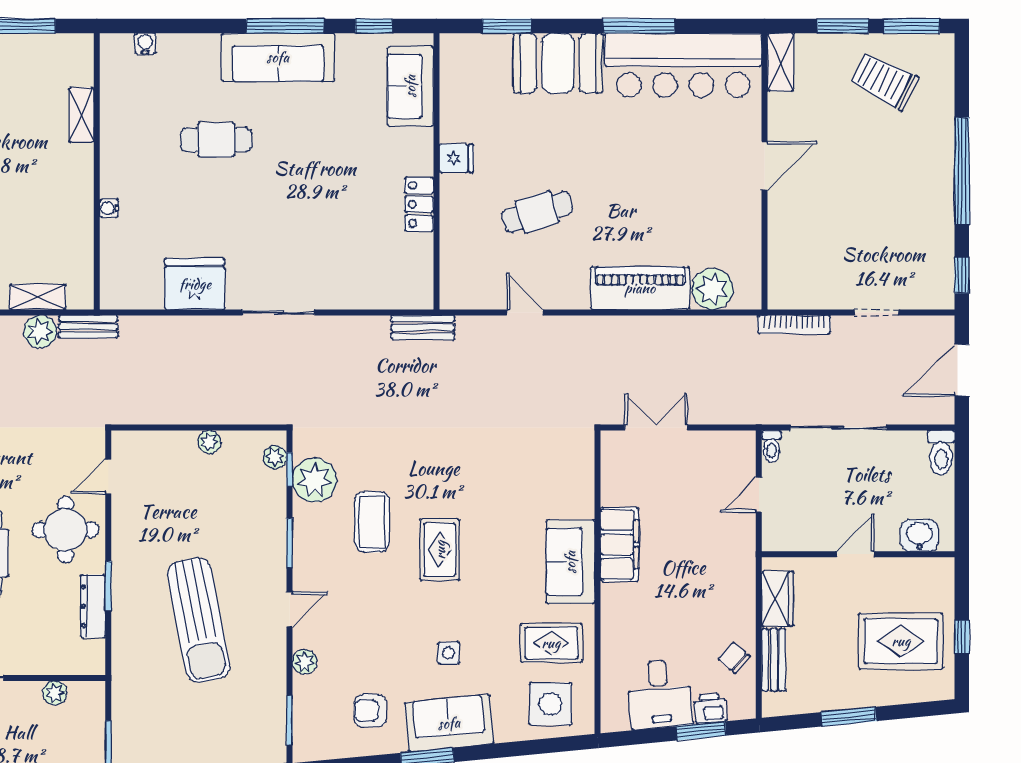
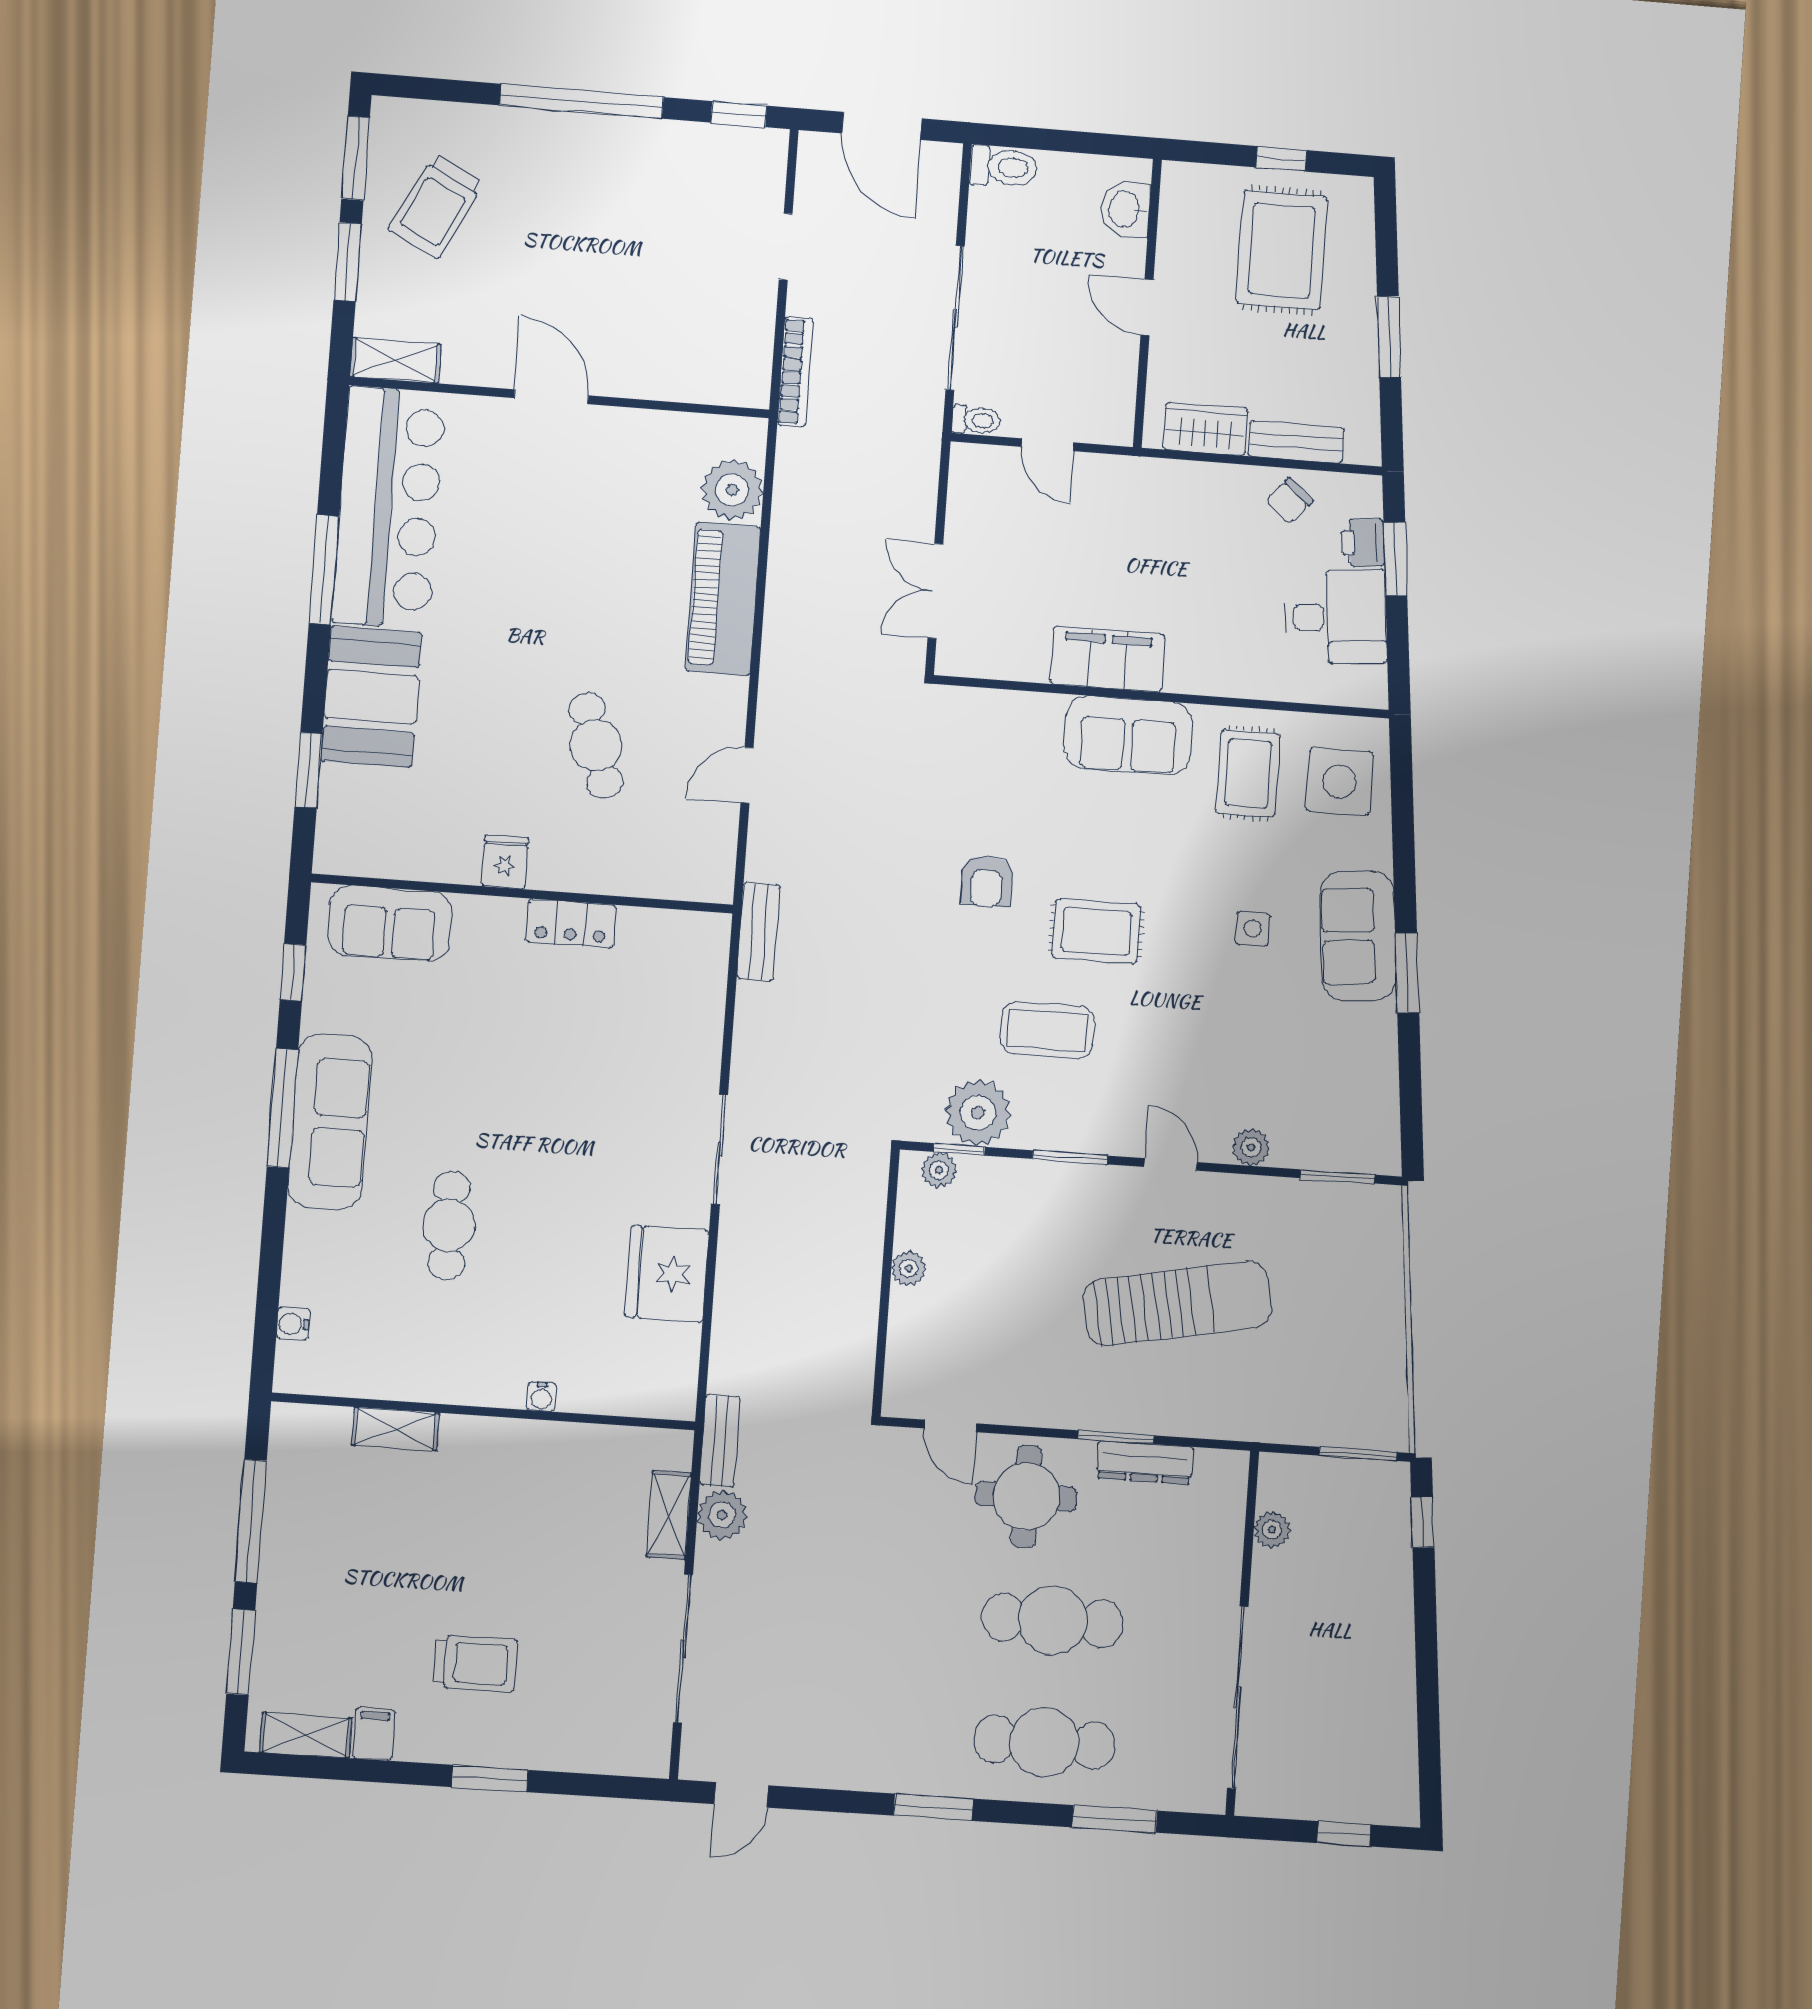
armchair: (370, 711) -> (987, 881), moved

